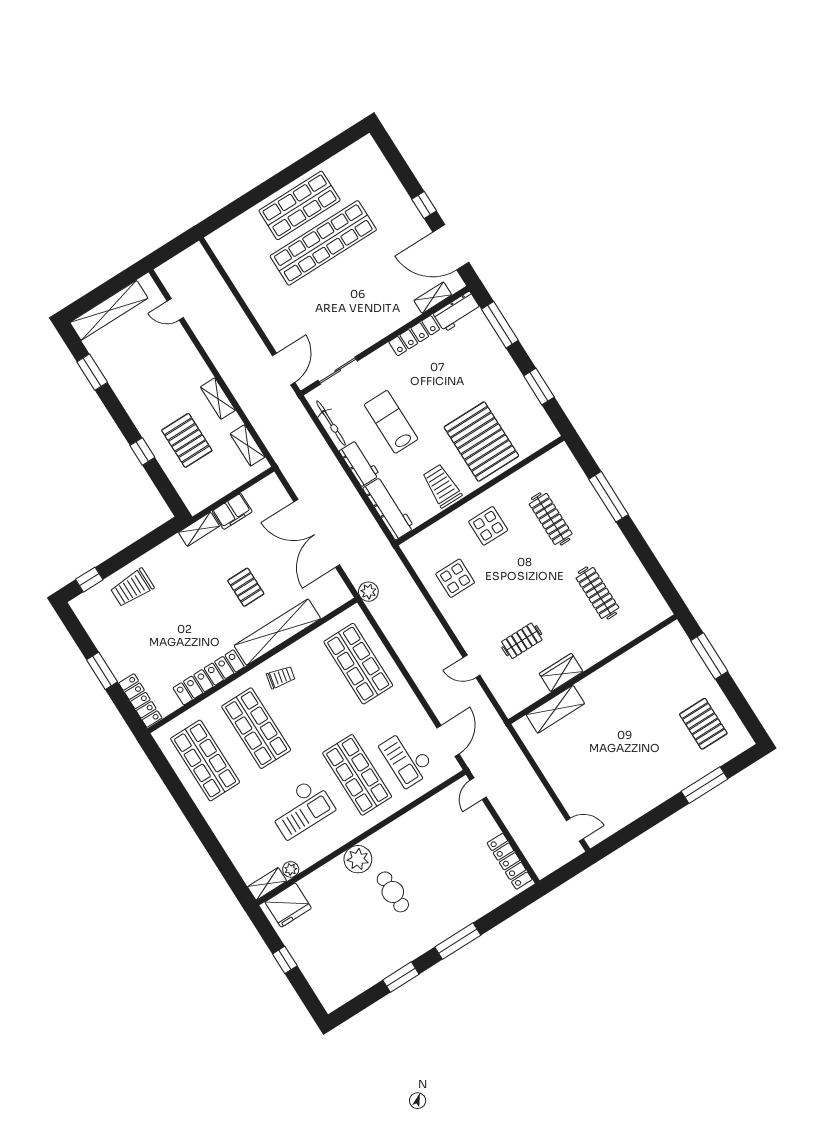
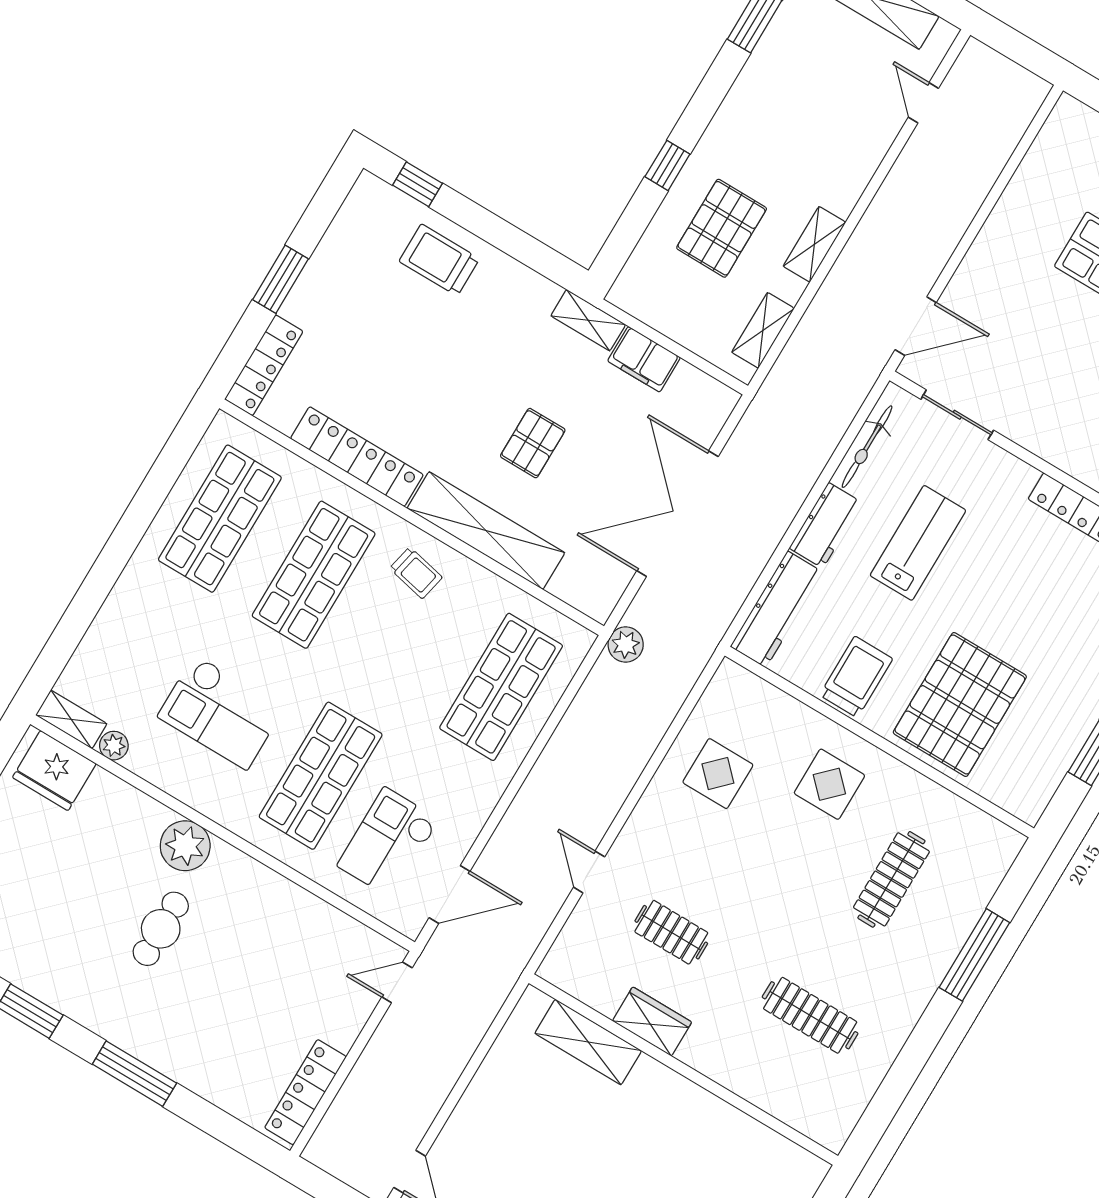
clothes rail: (597, 593) -> (810, 1015), turned 90

